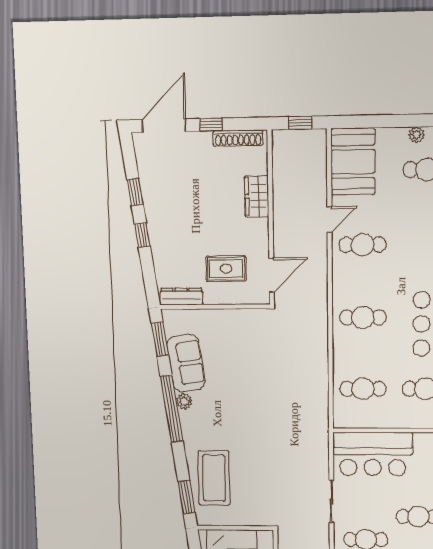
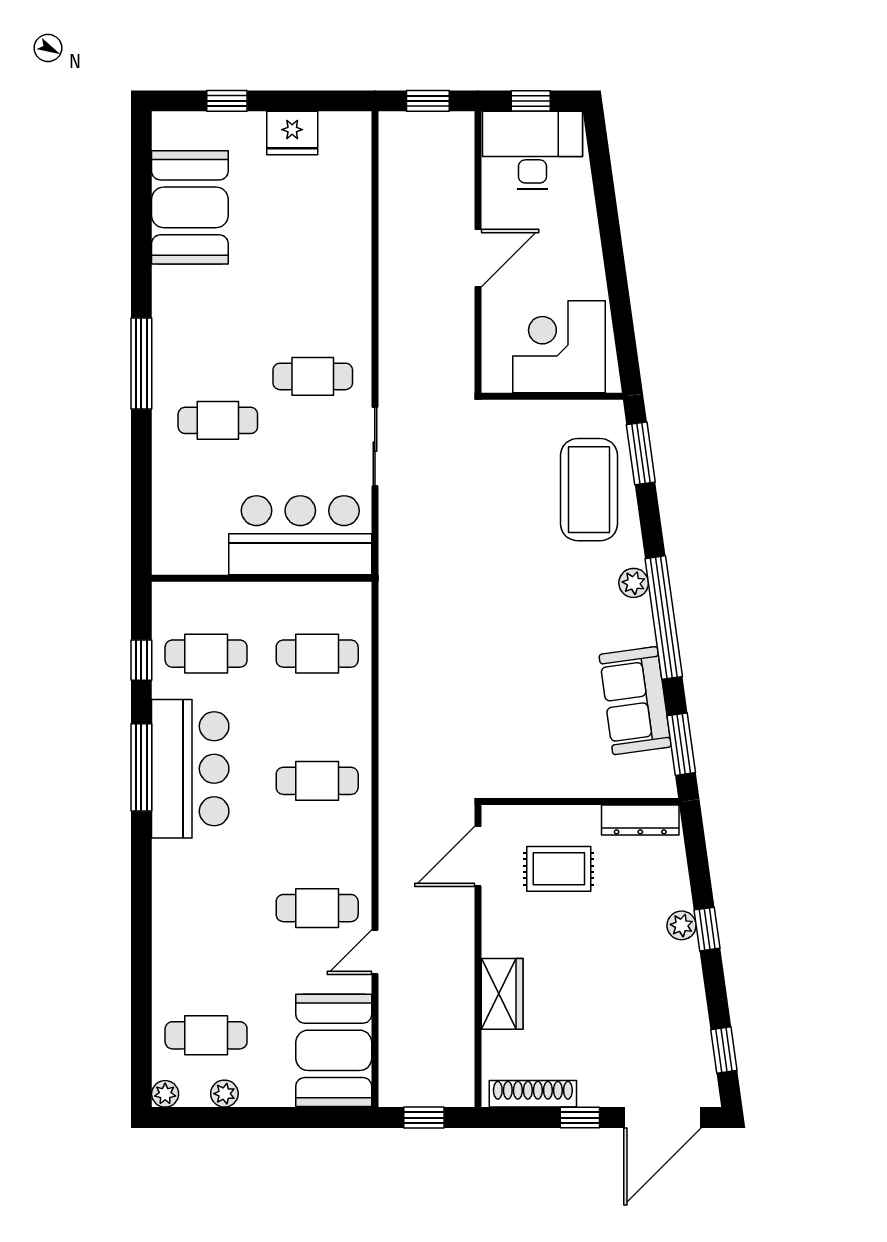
window: (135, 192) -> (724, 1050), moved
plant: (157, 237) -> (682, 925), added
plant: (184, 401) -> (634, 583), moved

